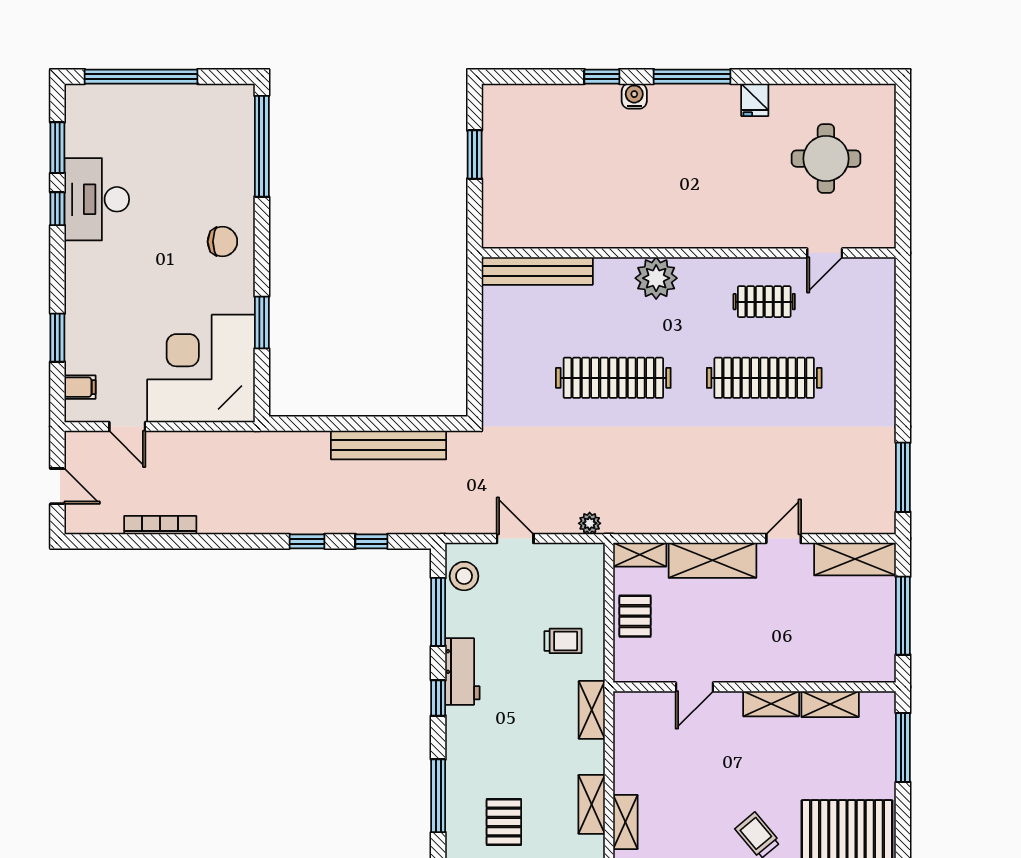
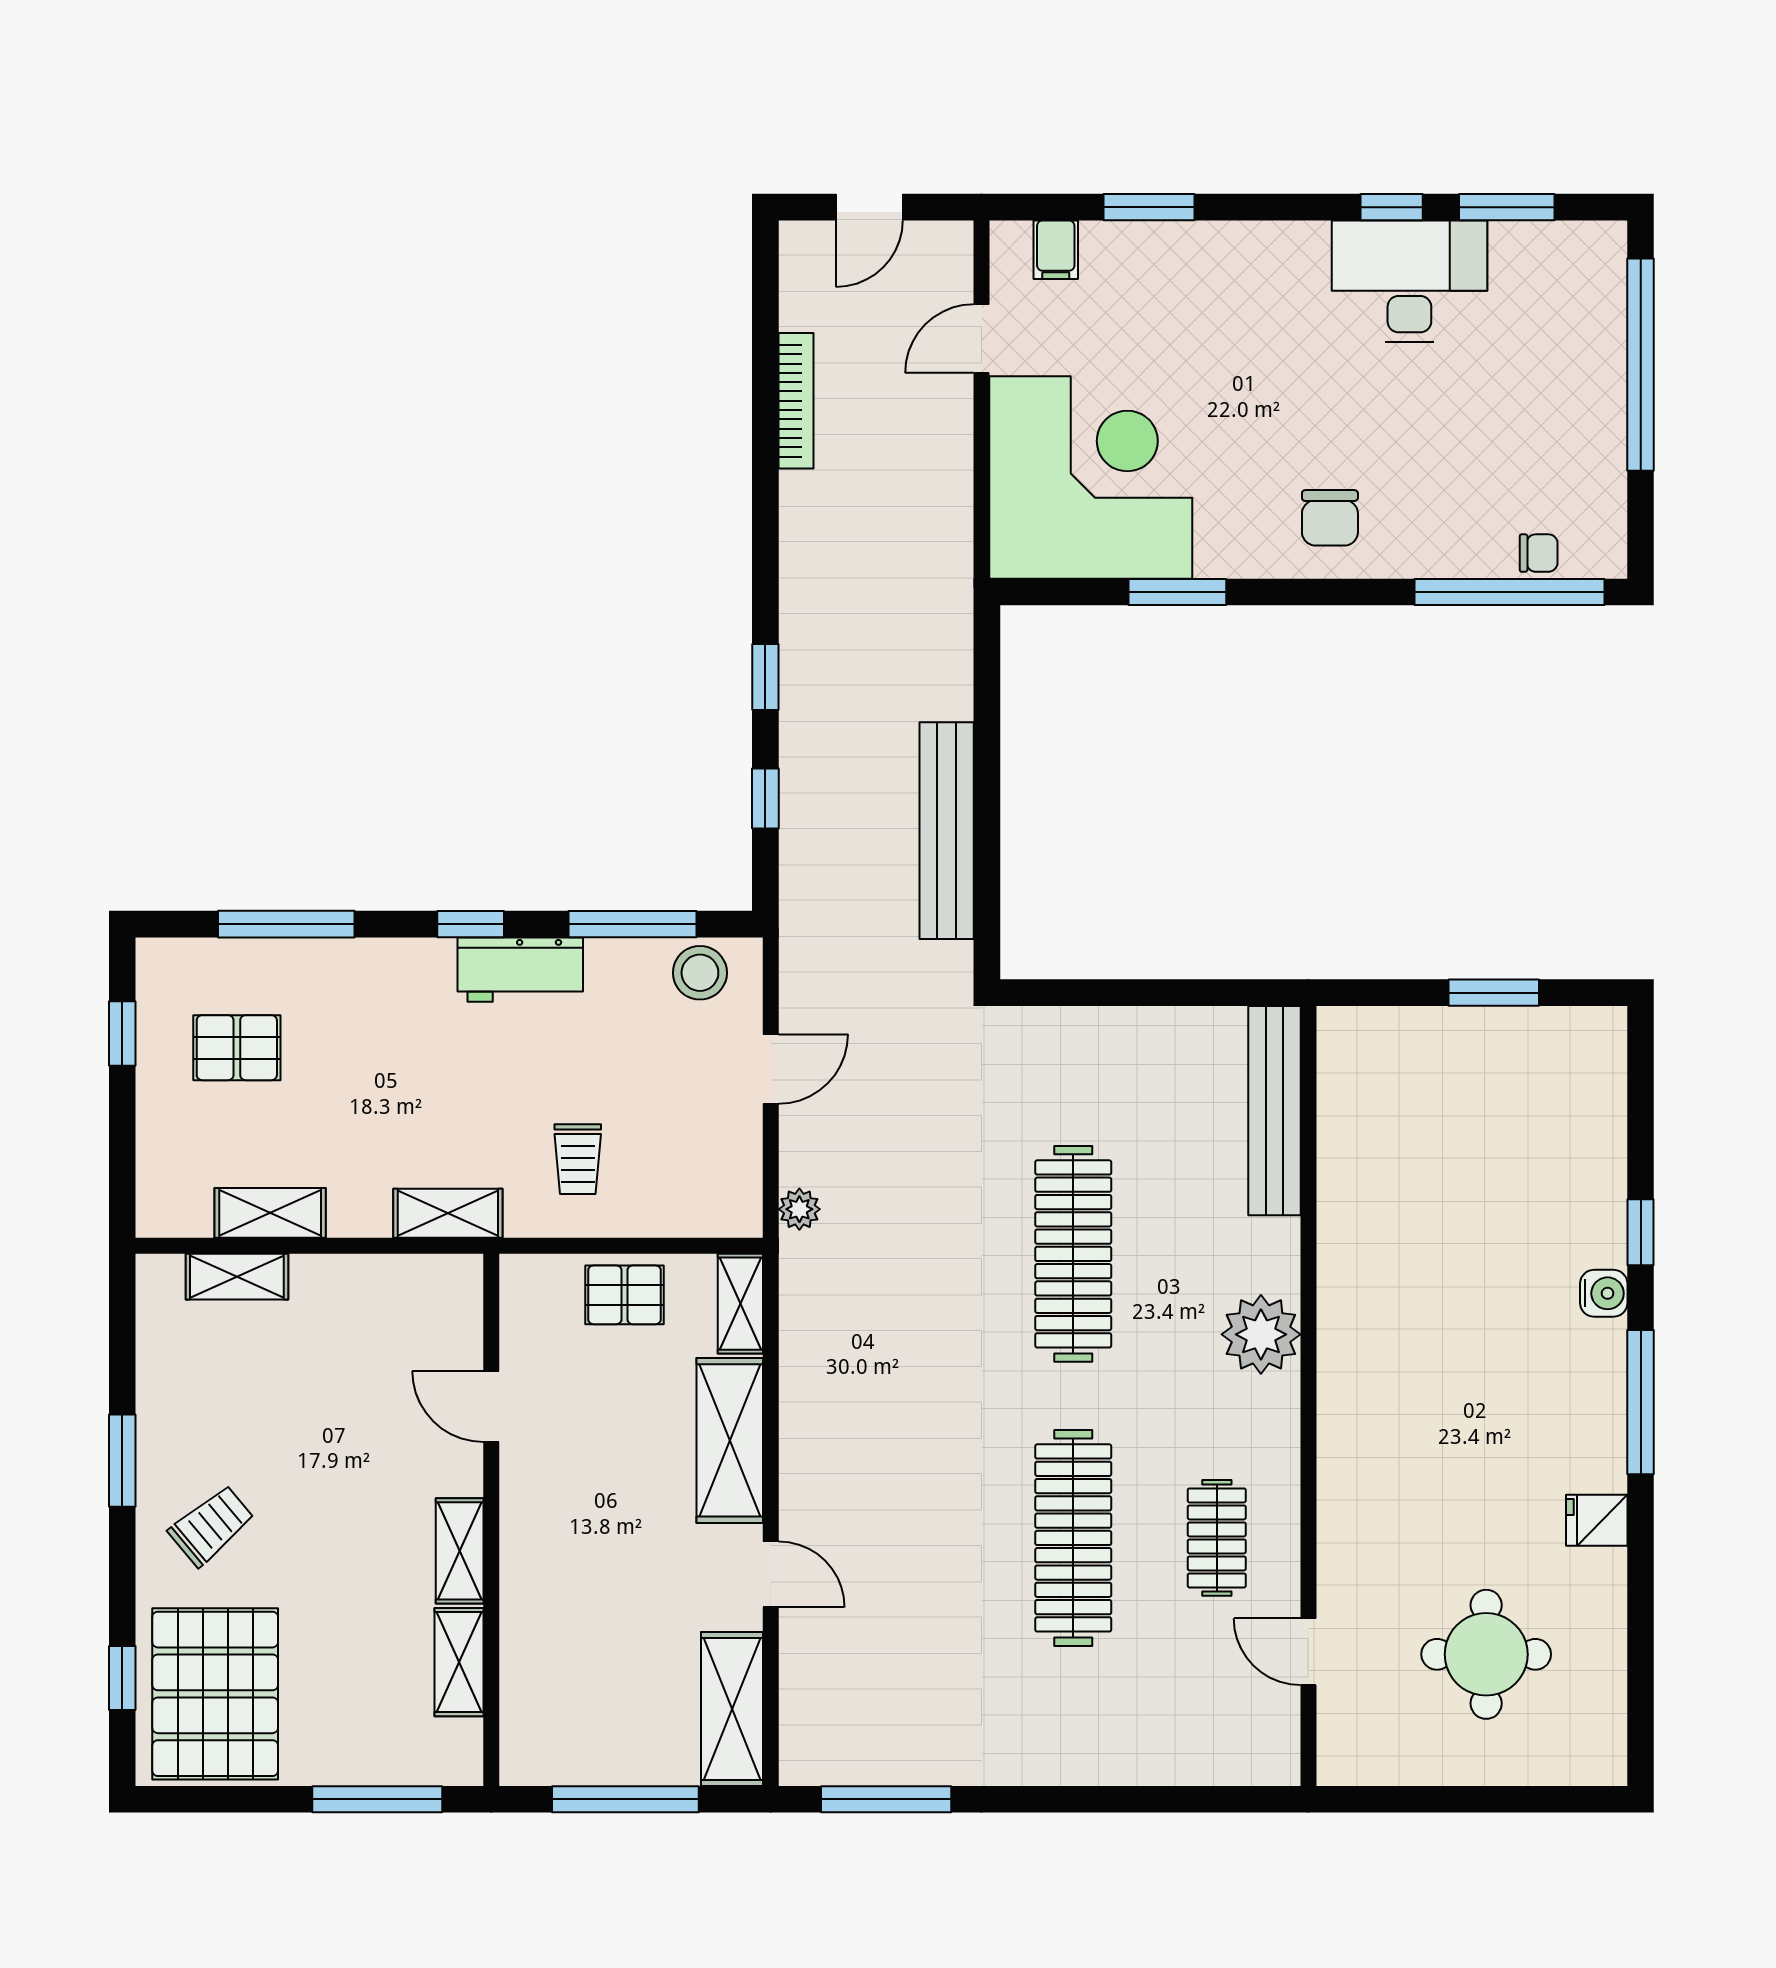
chair: (241, 131) -> (1539, 553), added

